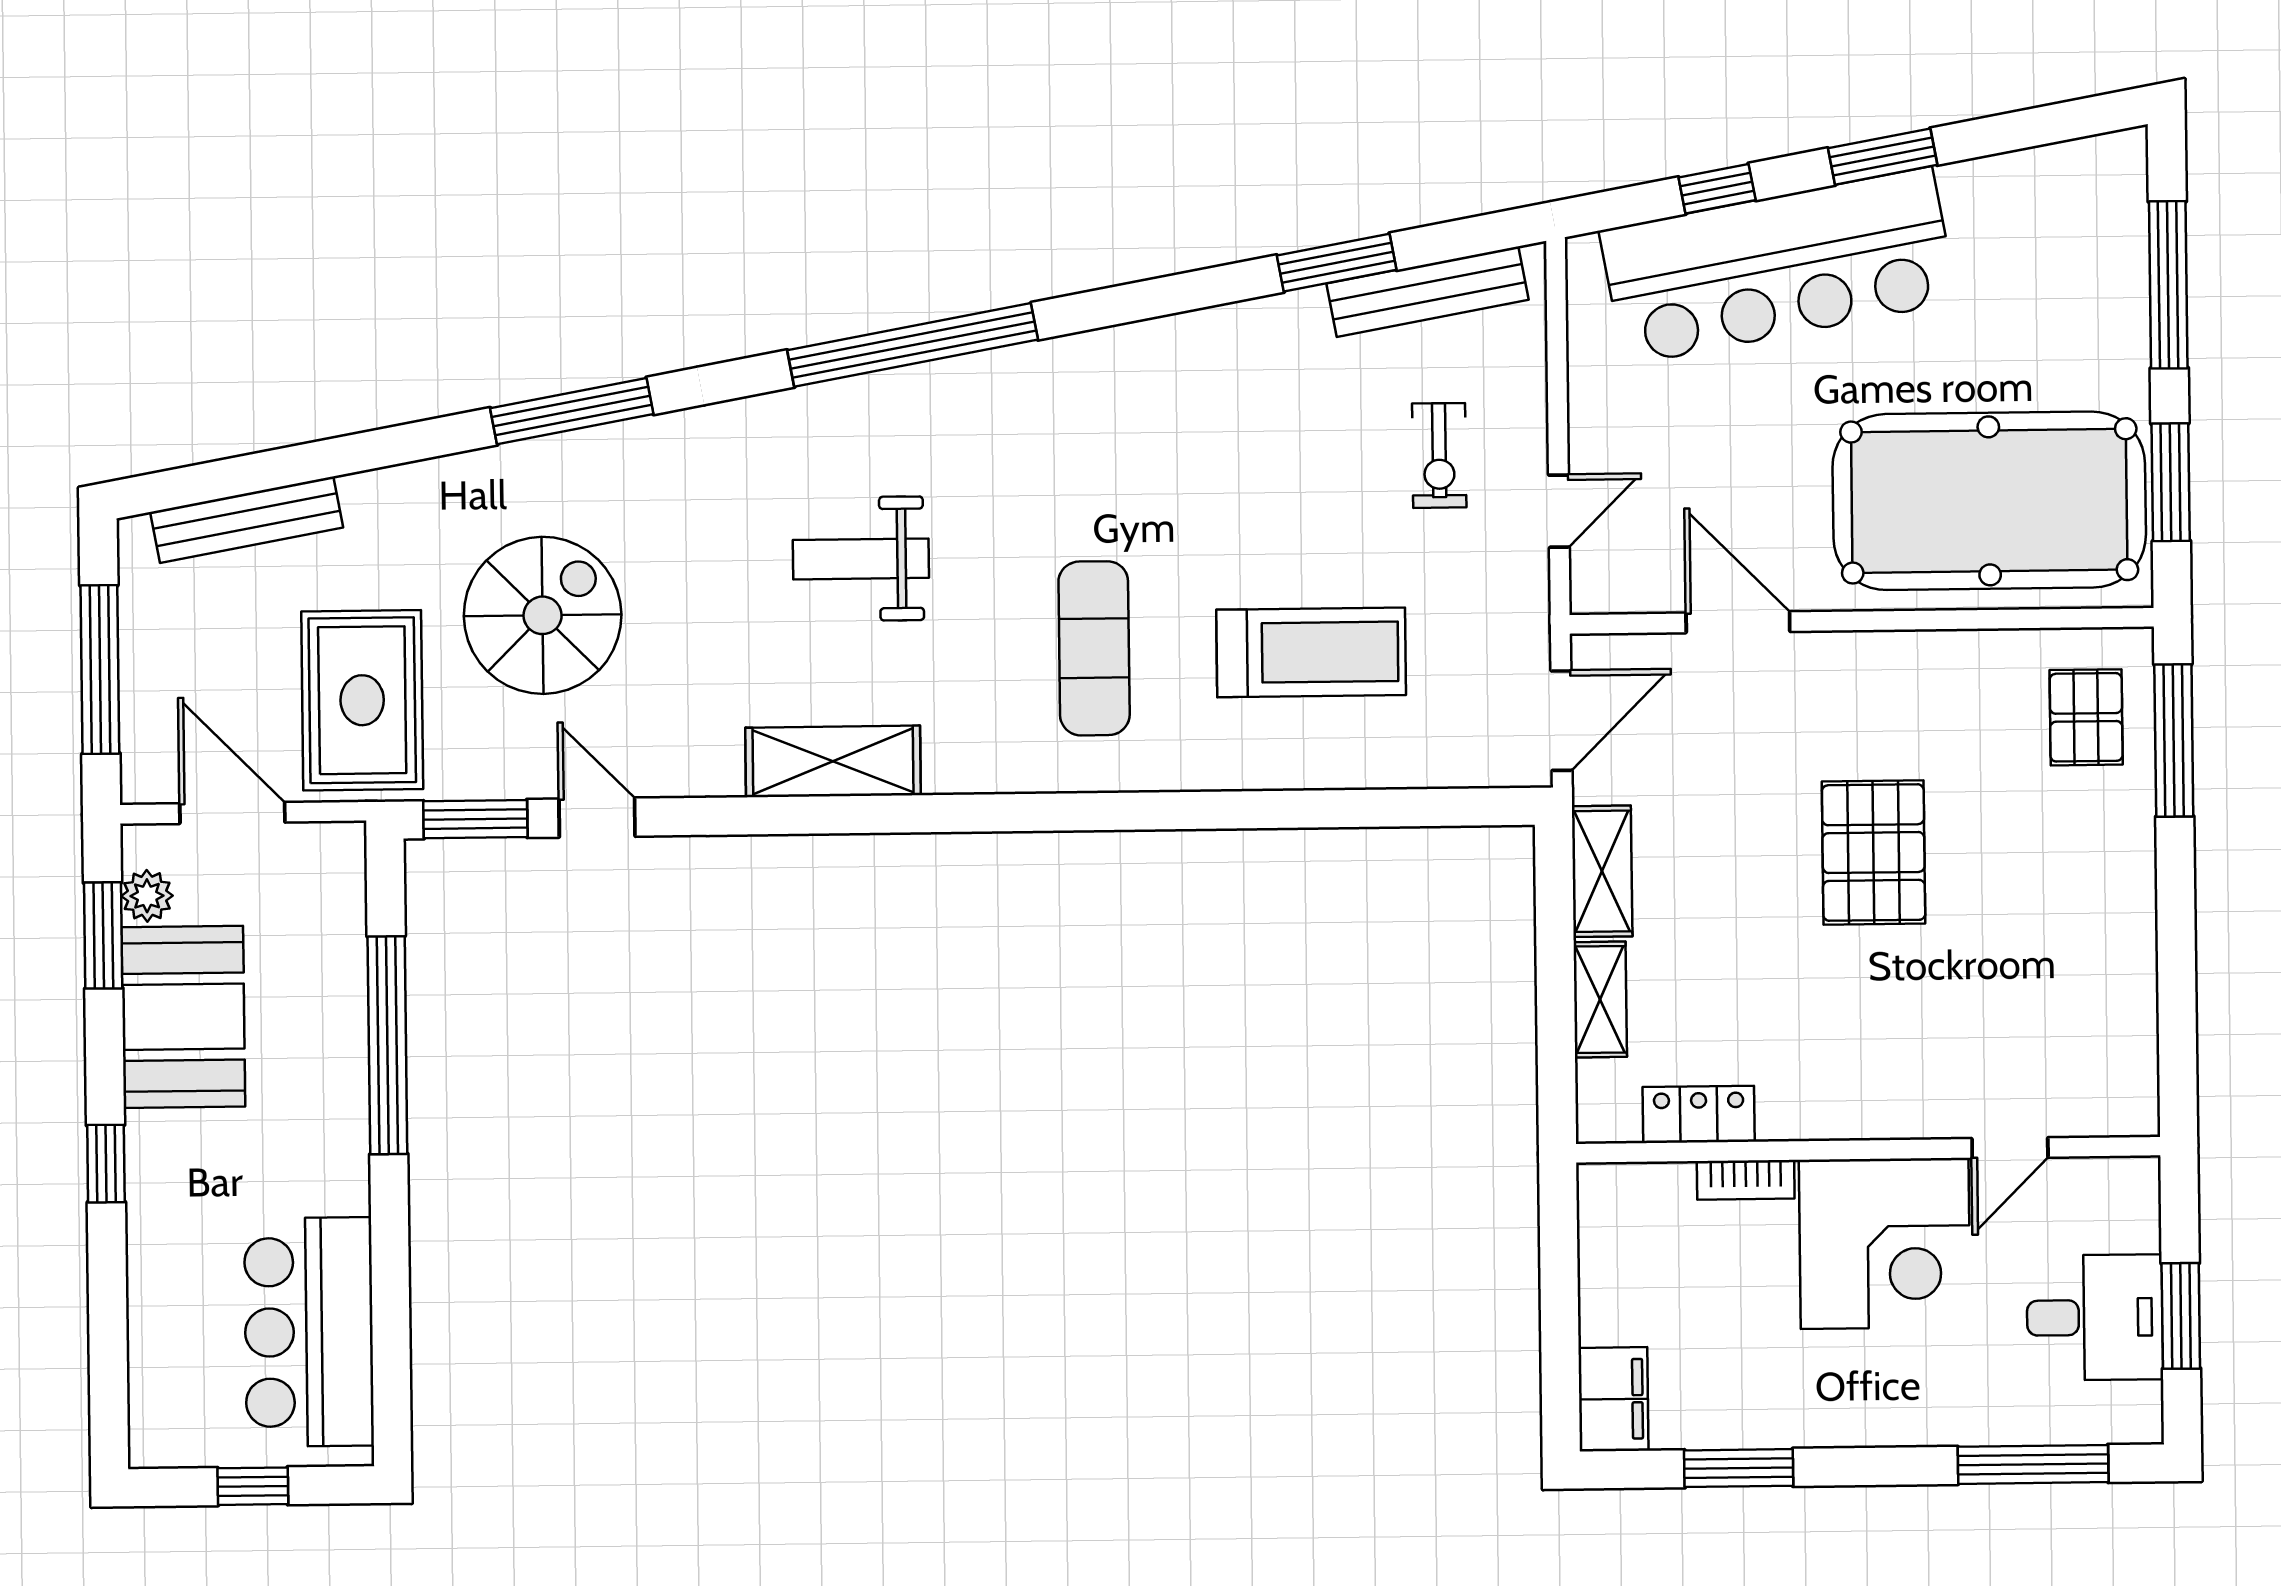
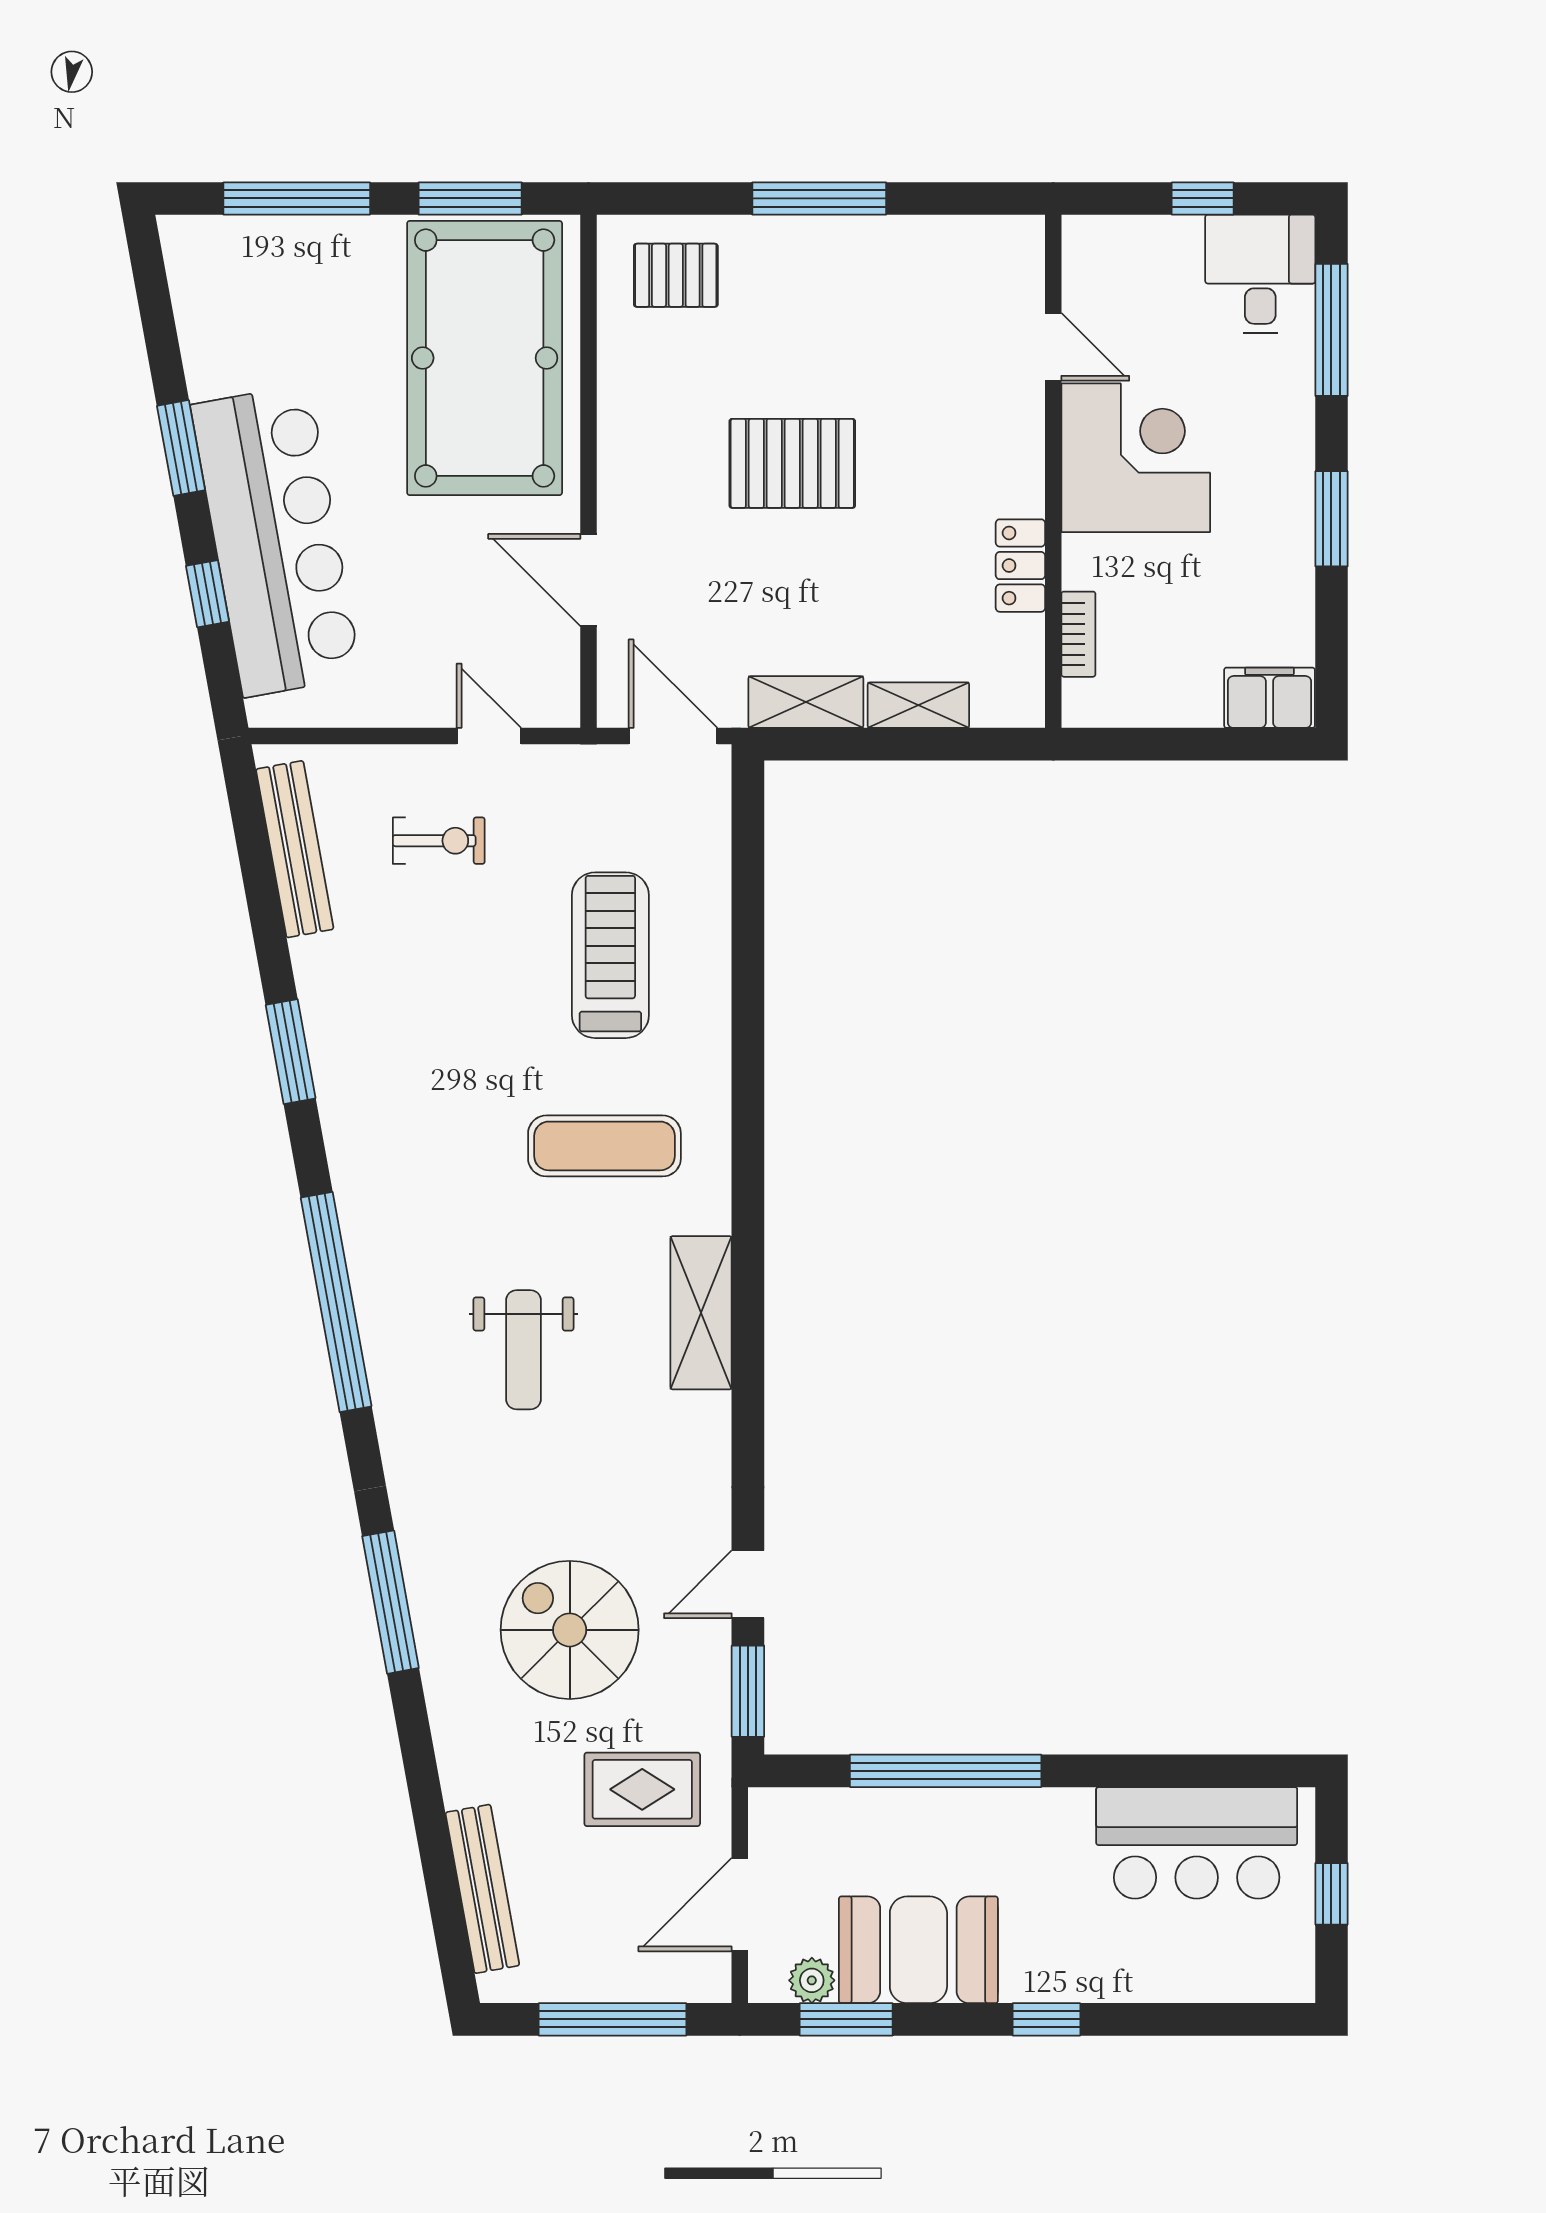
window: (1337, 263) -> (291, 1052), moved
door: (1738, 622) -> (589, 580), hinge flipped
rug: (362, 700) -> (642, 1789), width x0.73, depth x0.70
window: (2174, 740) -> (819, 198), moved
shelving: (833, 761) -> (701, 1313), moved
locker: (1699, 1114) -> (1020, 566), moved
bookcase: (1746, 1180) -> (1078, 634), moved
window: (2181, 1316) -> (1203, 198), width x0.67
desk: (2095, 1317) -> (1260, 274), moved
window: (1739, 1468) -> (1331, 519), moved

